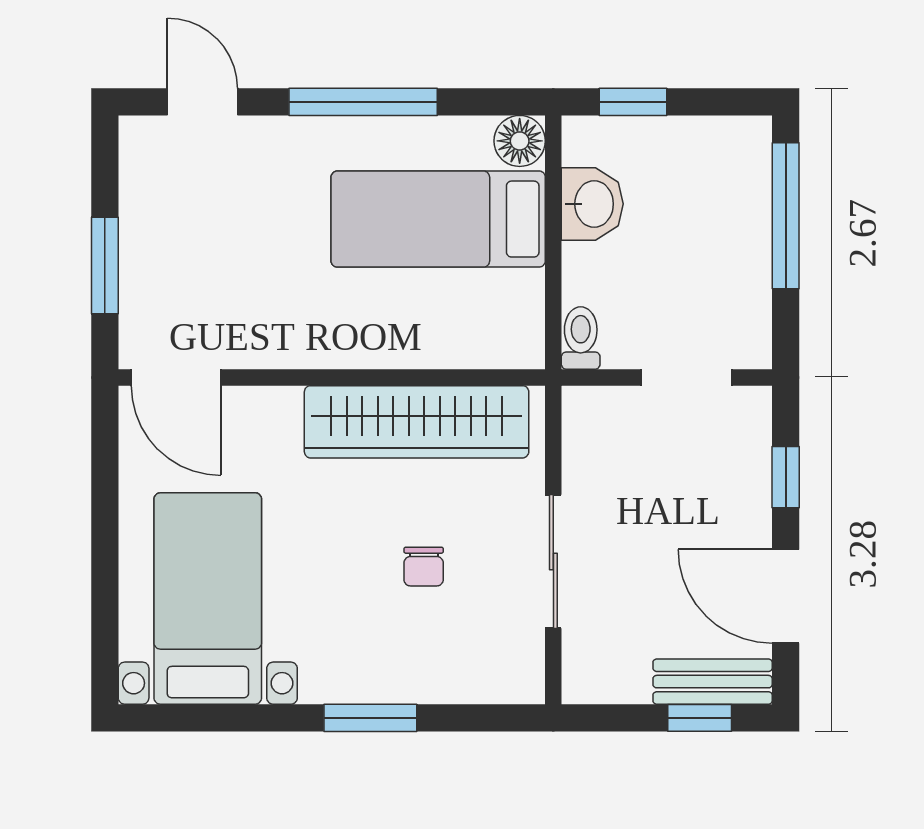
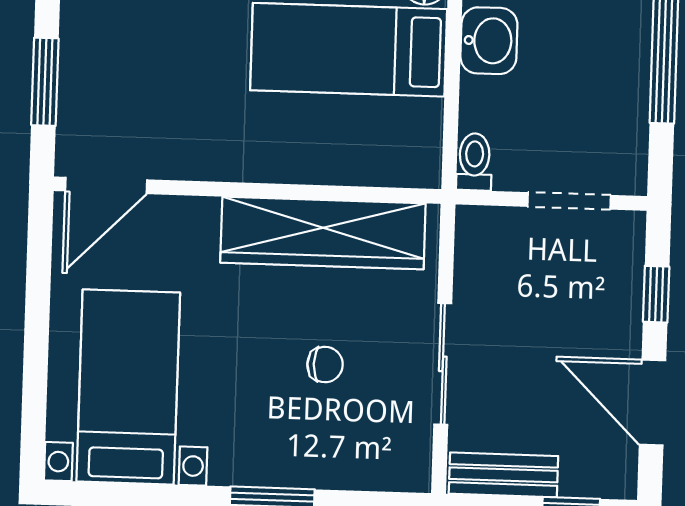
door: (176, 377) -> (106, 185), hinge flipped
chair: (424, 567) -> (325, 365), turned -90
bench: (713, 682) -> (503, 475), moved

